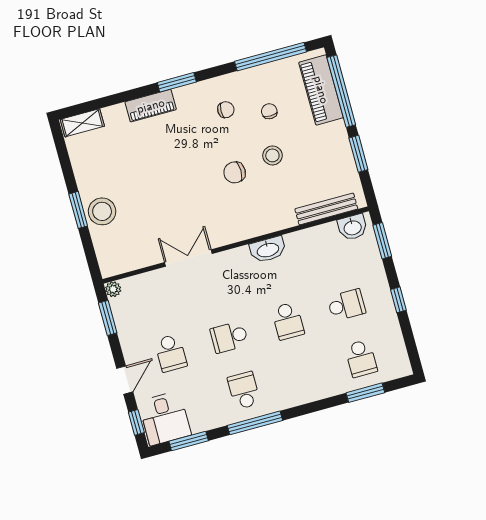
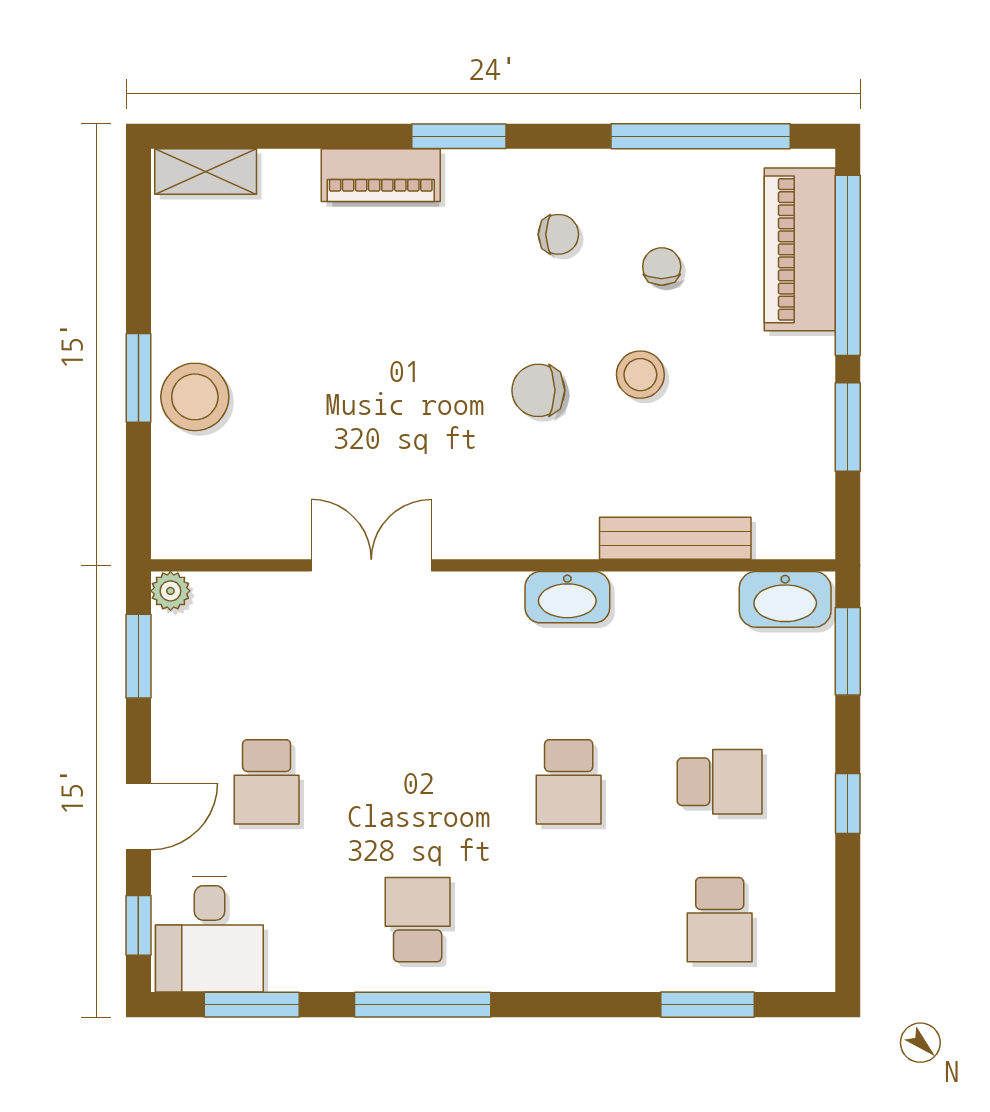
bench: (326, 209) -> (675, 538), moved
washbasin: (352, 227) -> (785, 599), width x1.38
school desk: (229, 337) -> (418, 782), removed

